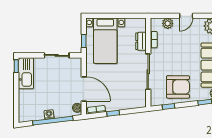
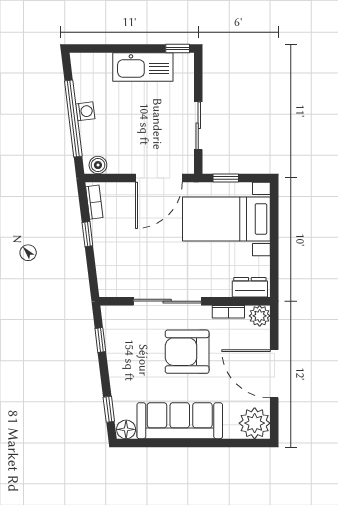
door: (186, 16) -> (274, 374), width x1.88
plant: (168, 23) -> (260, 316), moved
dresser: (141, 41) -> (250, 287), moved
kitchen sink: (26, 73) -> (143, 67), moved
armchair: (178, 87) -> (187, 352), moved, turned 90
door: (84, 89) -> (159, 178), moved

